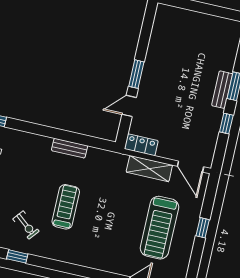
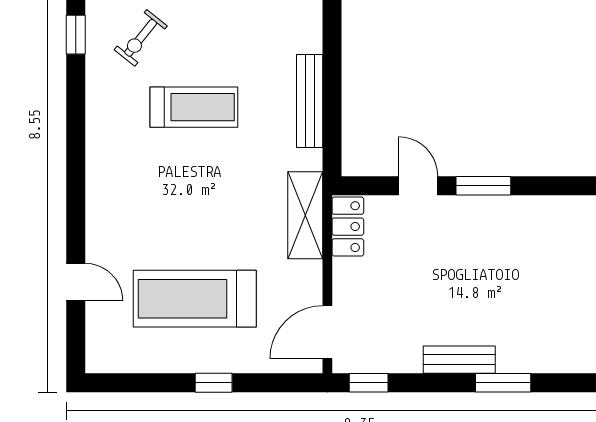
bench: (222, 90) -> (459, 360), moved
window: (226, 123) -> (369, 383), moved
bench: (70, 148) -> (310, 101), width x1.36
shelving: (149, 169) -> (305, 215), moved

